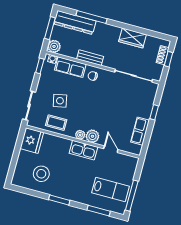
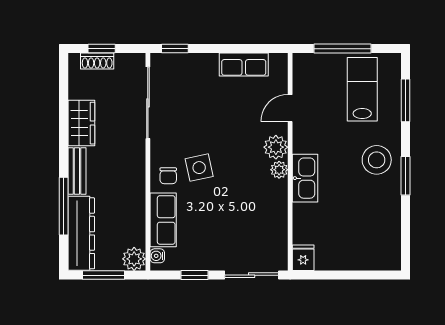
bench: (90, 58) -> (77, 171), moved
window: (40, 66) -> (194, 275), moved
side table: (60, 101) -> (199, 168), moved
window: (154, 112) -> (175, 49), moved
coffee table: (56, 123) -> (269, 219), removed
fridge: (32, 141) -> (303, 258), width x0.53, depth x0.75
kitchen sink: (83, 150) -> (305, 178), moved
stool: (41, 174) -> (377, 160), moved
window: (132, 196) -> (343, 49), moved

